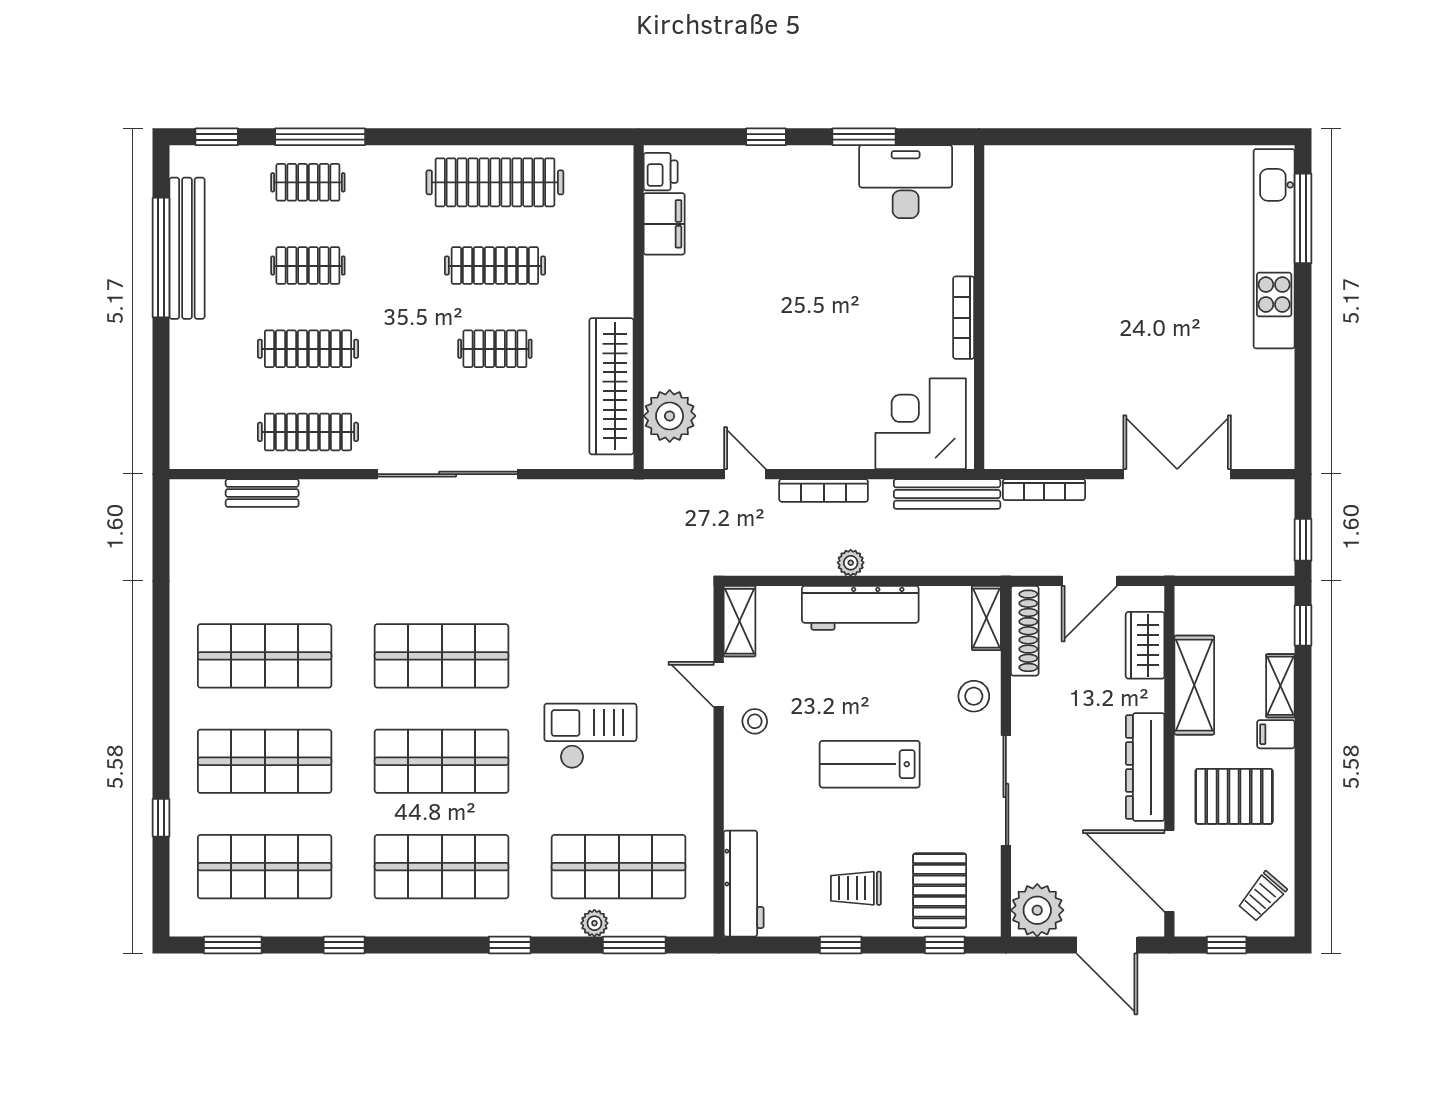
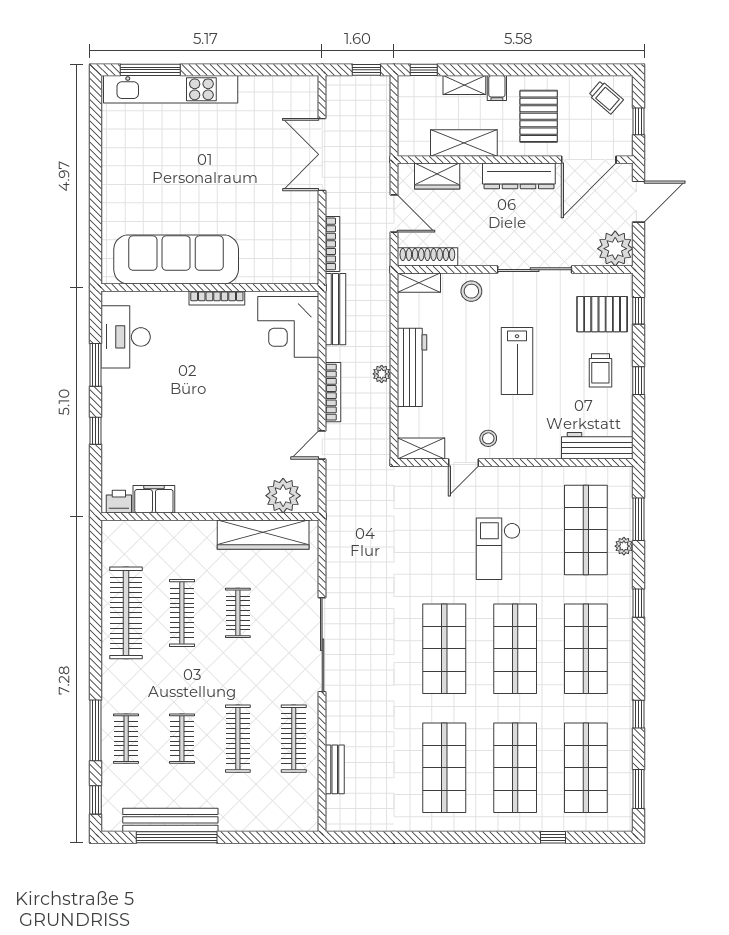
sofa: (1021, 257) -> (176, 259), added

